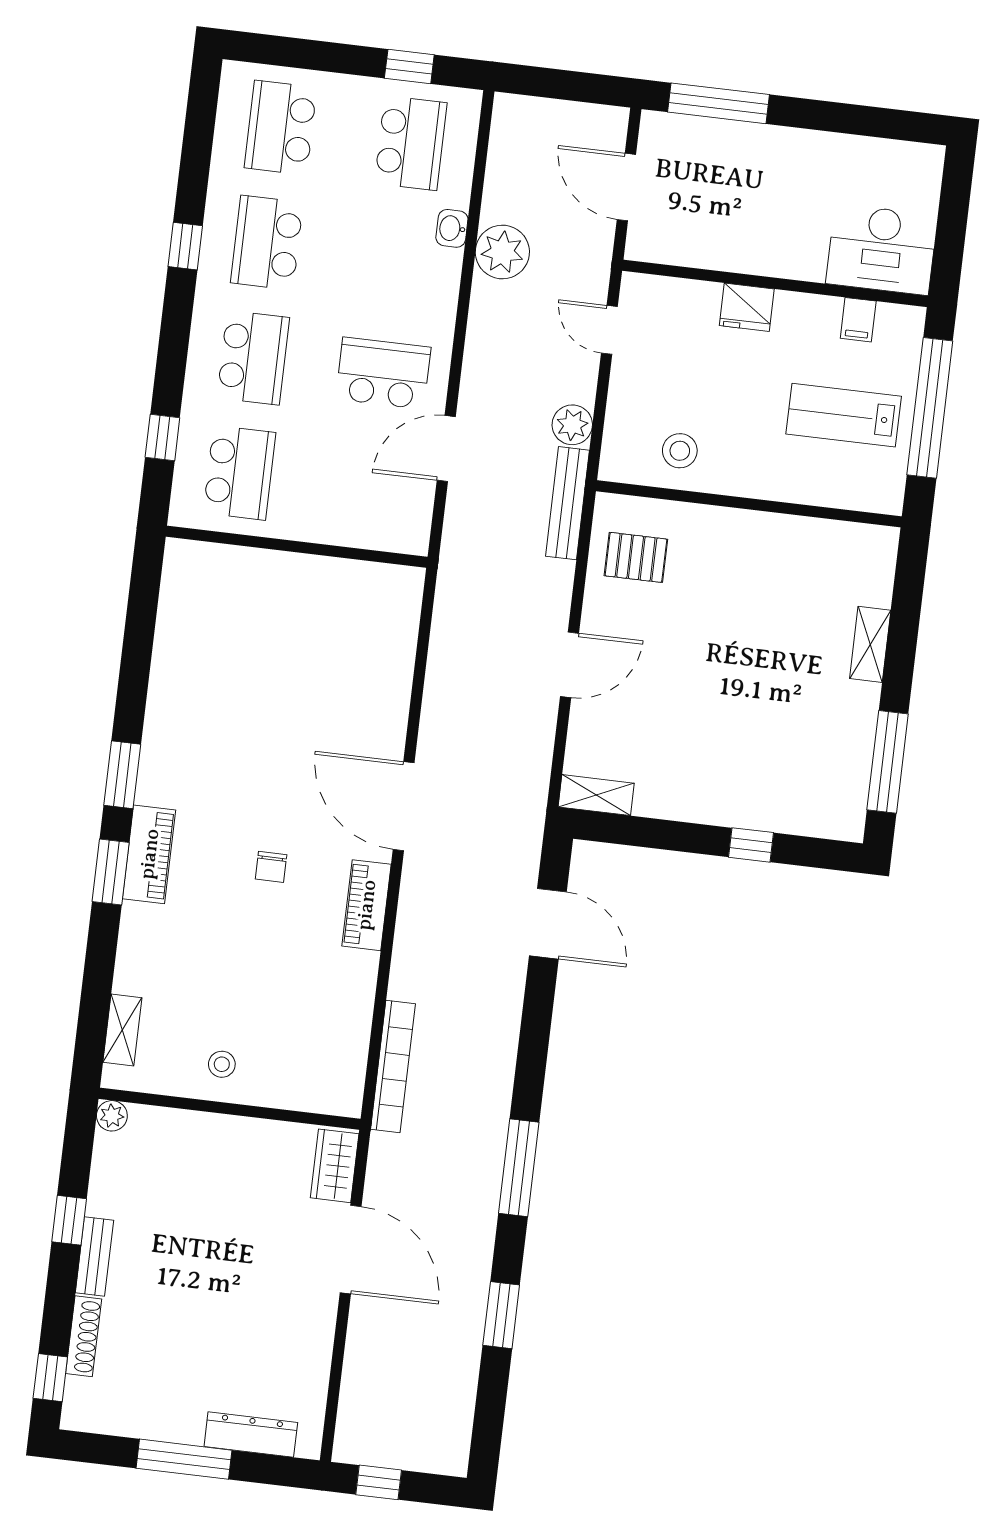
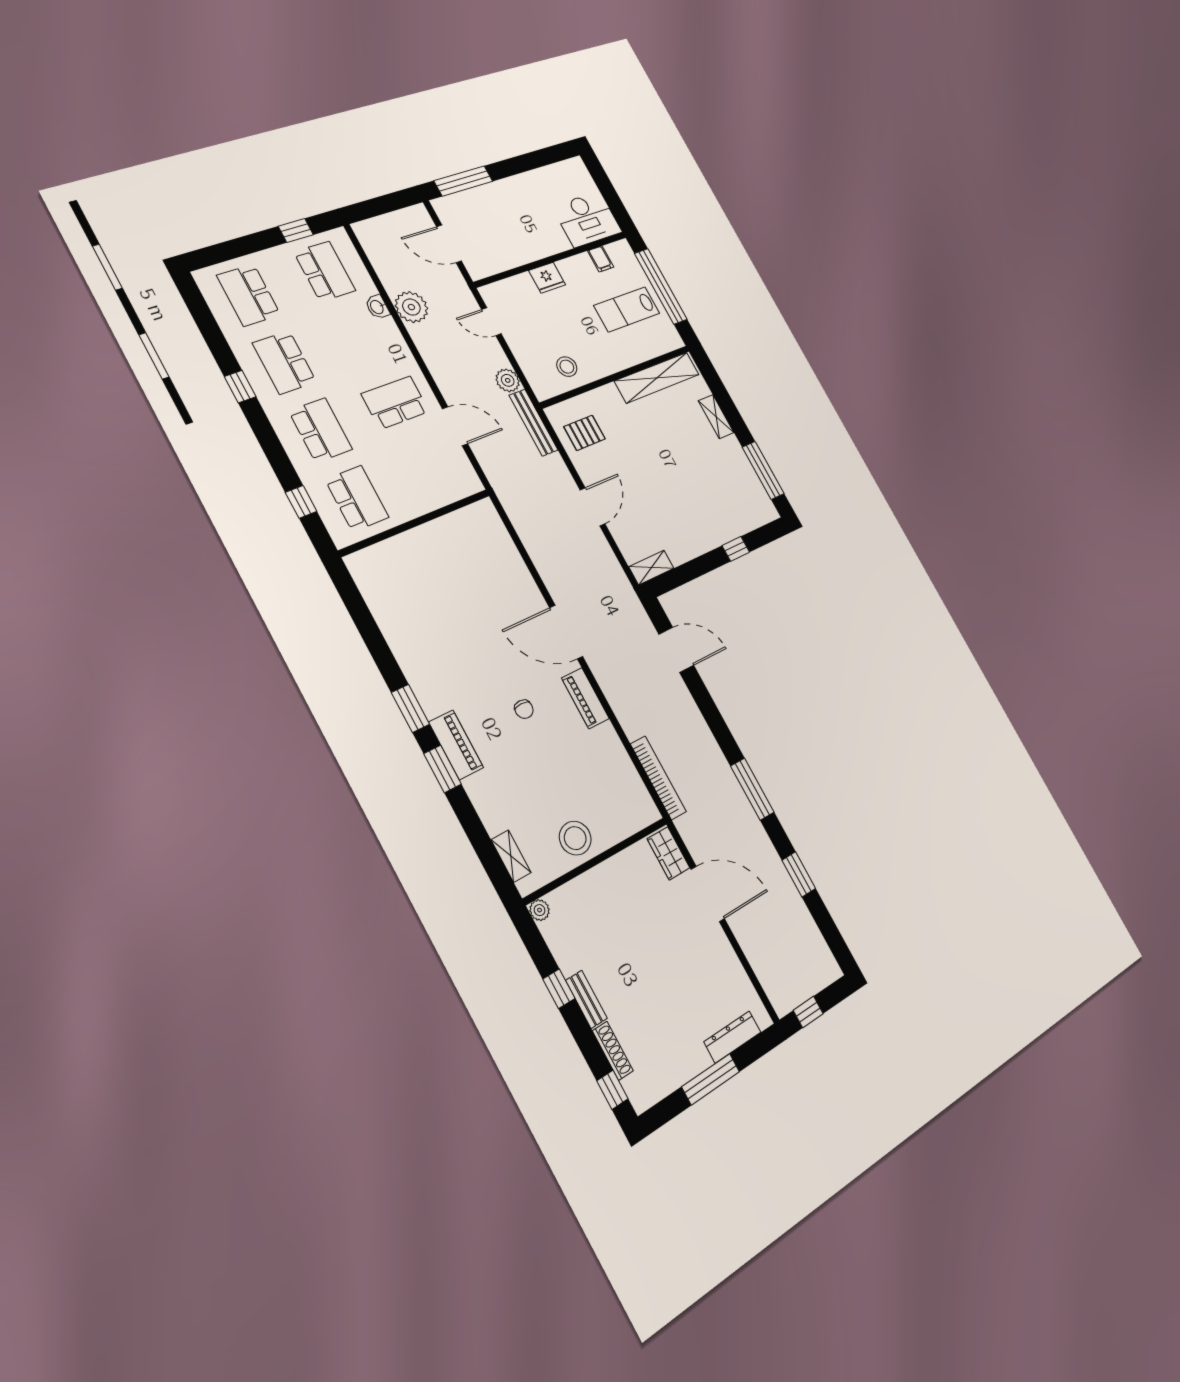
door: (446, 449) -> (455, 426), swing flipped
shelving: (815, 539) -> (657, 378), added
stool: (222, 1064) -> (575, 838), width x1.89, depth x1.89

